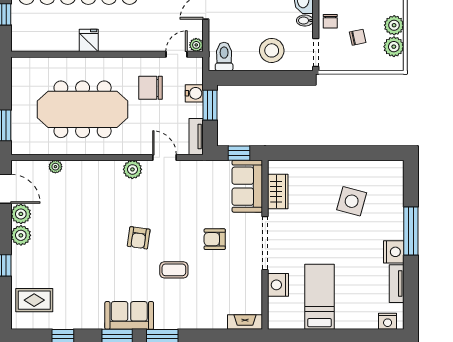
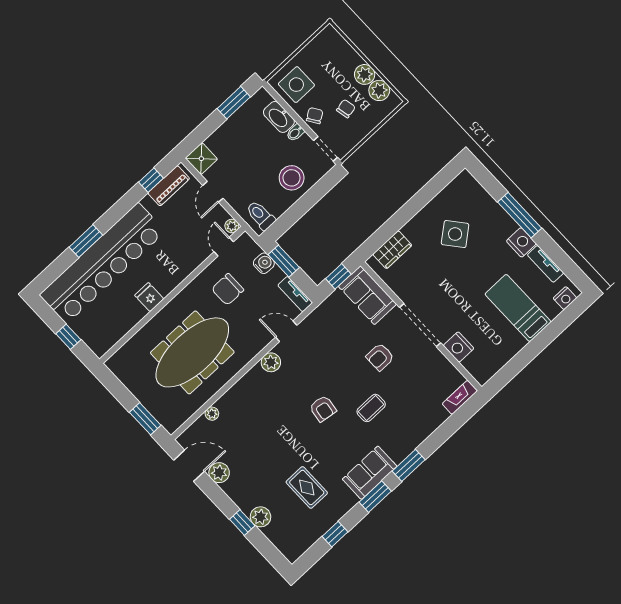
chair: (330, 21) -> (315, 116), turned -123
wardrobe: (278, 191) -> (392, 250), moved, turned 90
side table: (352, 201) -> (455, 234), turned 36
plant: (21, 235) -> (260, 517), moved
bed: (319, 297) -> (518, 308), moved
rug: (34, 300) -> (307, 487), moved, turned 90

